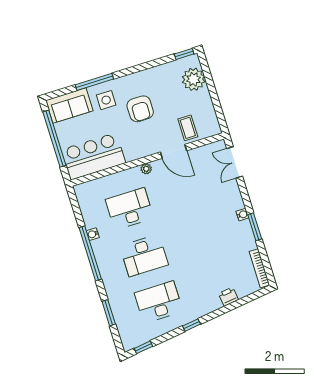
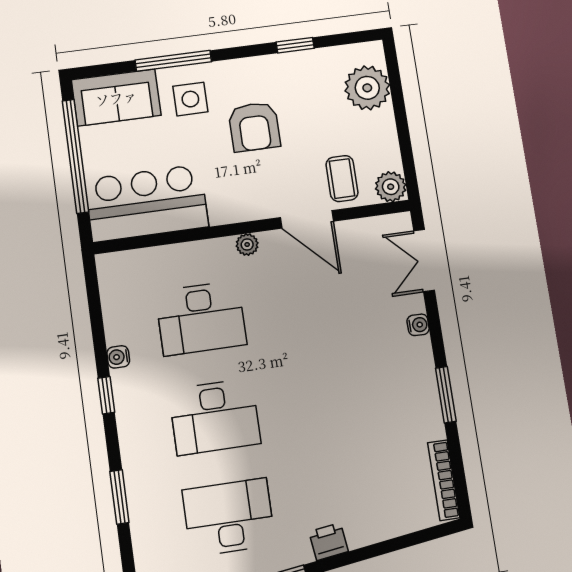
window: (184, 54) -> (295, 45), moved
plant: (213, 128) -> (391, 187), added
desk: (130, 209) -> (201, 318), turned 180
water cooler: (242, 215) -> (418, 325), moved
window: (90, 253) -> (106, 395), width x0.32
printer: (228, 297) -> (329, 542), moved
window: (109, 313) -> (119, 497), moved

